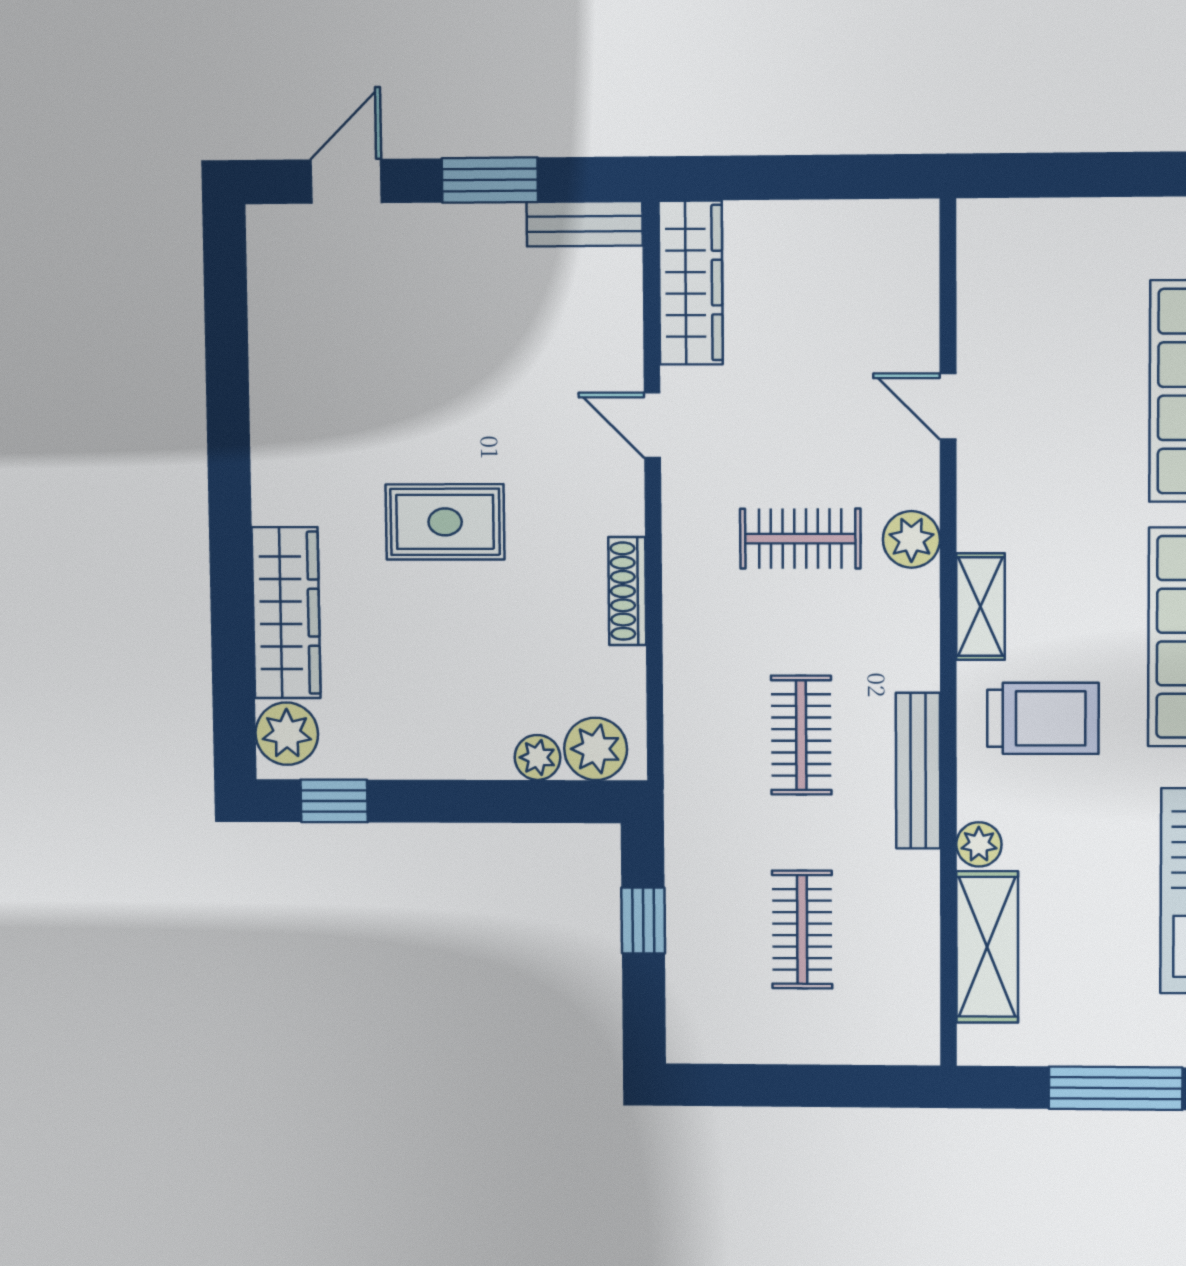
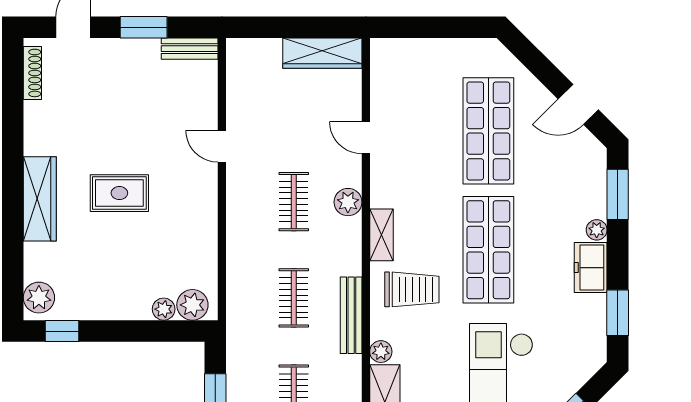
wardrobe: (691, 283) -> (322, 53), moved, turned 90
clothes rail: (800, 539) -> (294, 202), turned 90
shoe rack: (627, 591) -> (32, 73), moved, turned 180
wardrobe: (286, 613) -> (40, 199), moved

